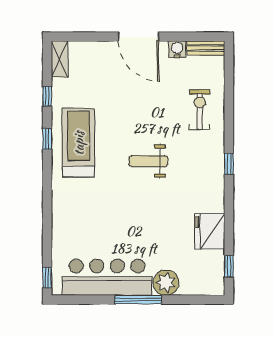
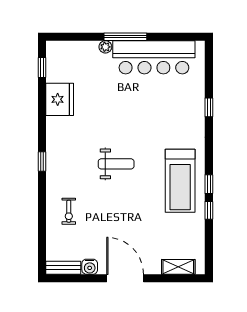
shelving: (60, 59) -> (178, 267), moved, turned 90
window: (47, 96) -> (209, 210), moved
exercise bike: (200, 110) -> (69, 211), width x0.73, depth x0.72
window: (47, 277) -> (209, 107), moved
plant: (166, 283) -> (105, 47), width x0.53, depth x0.53

